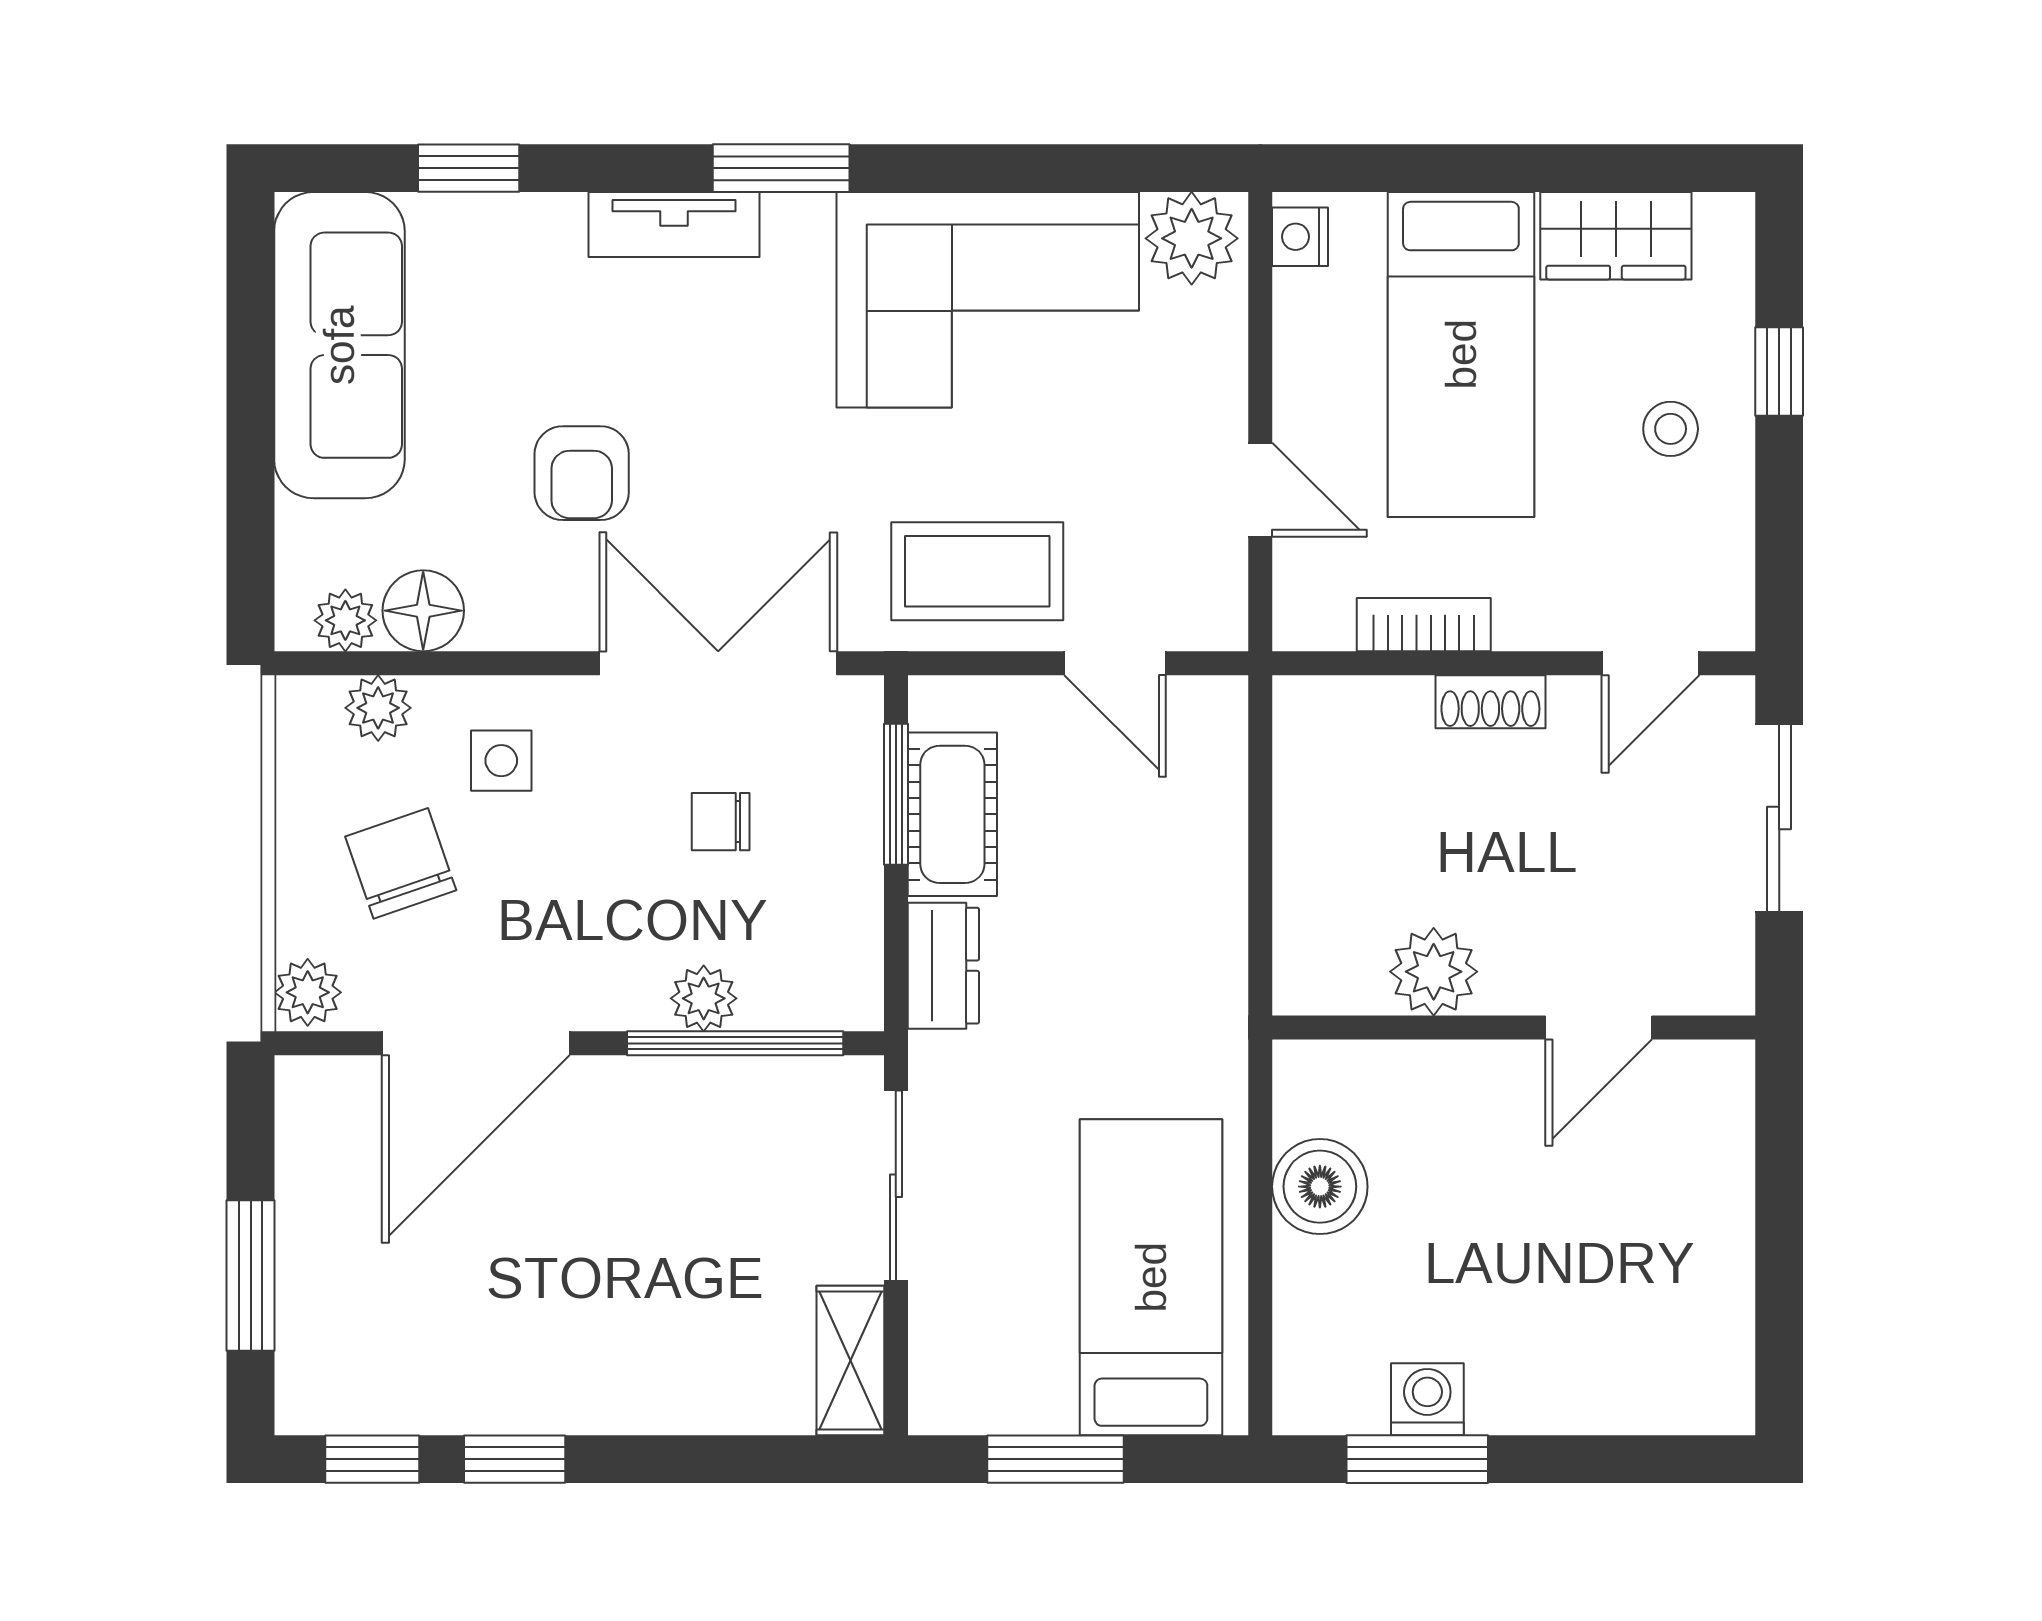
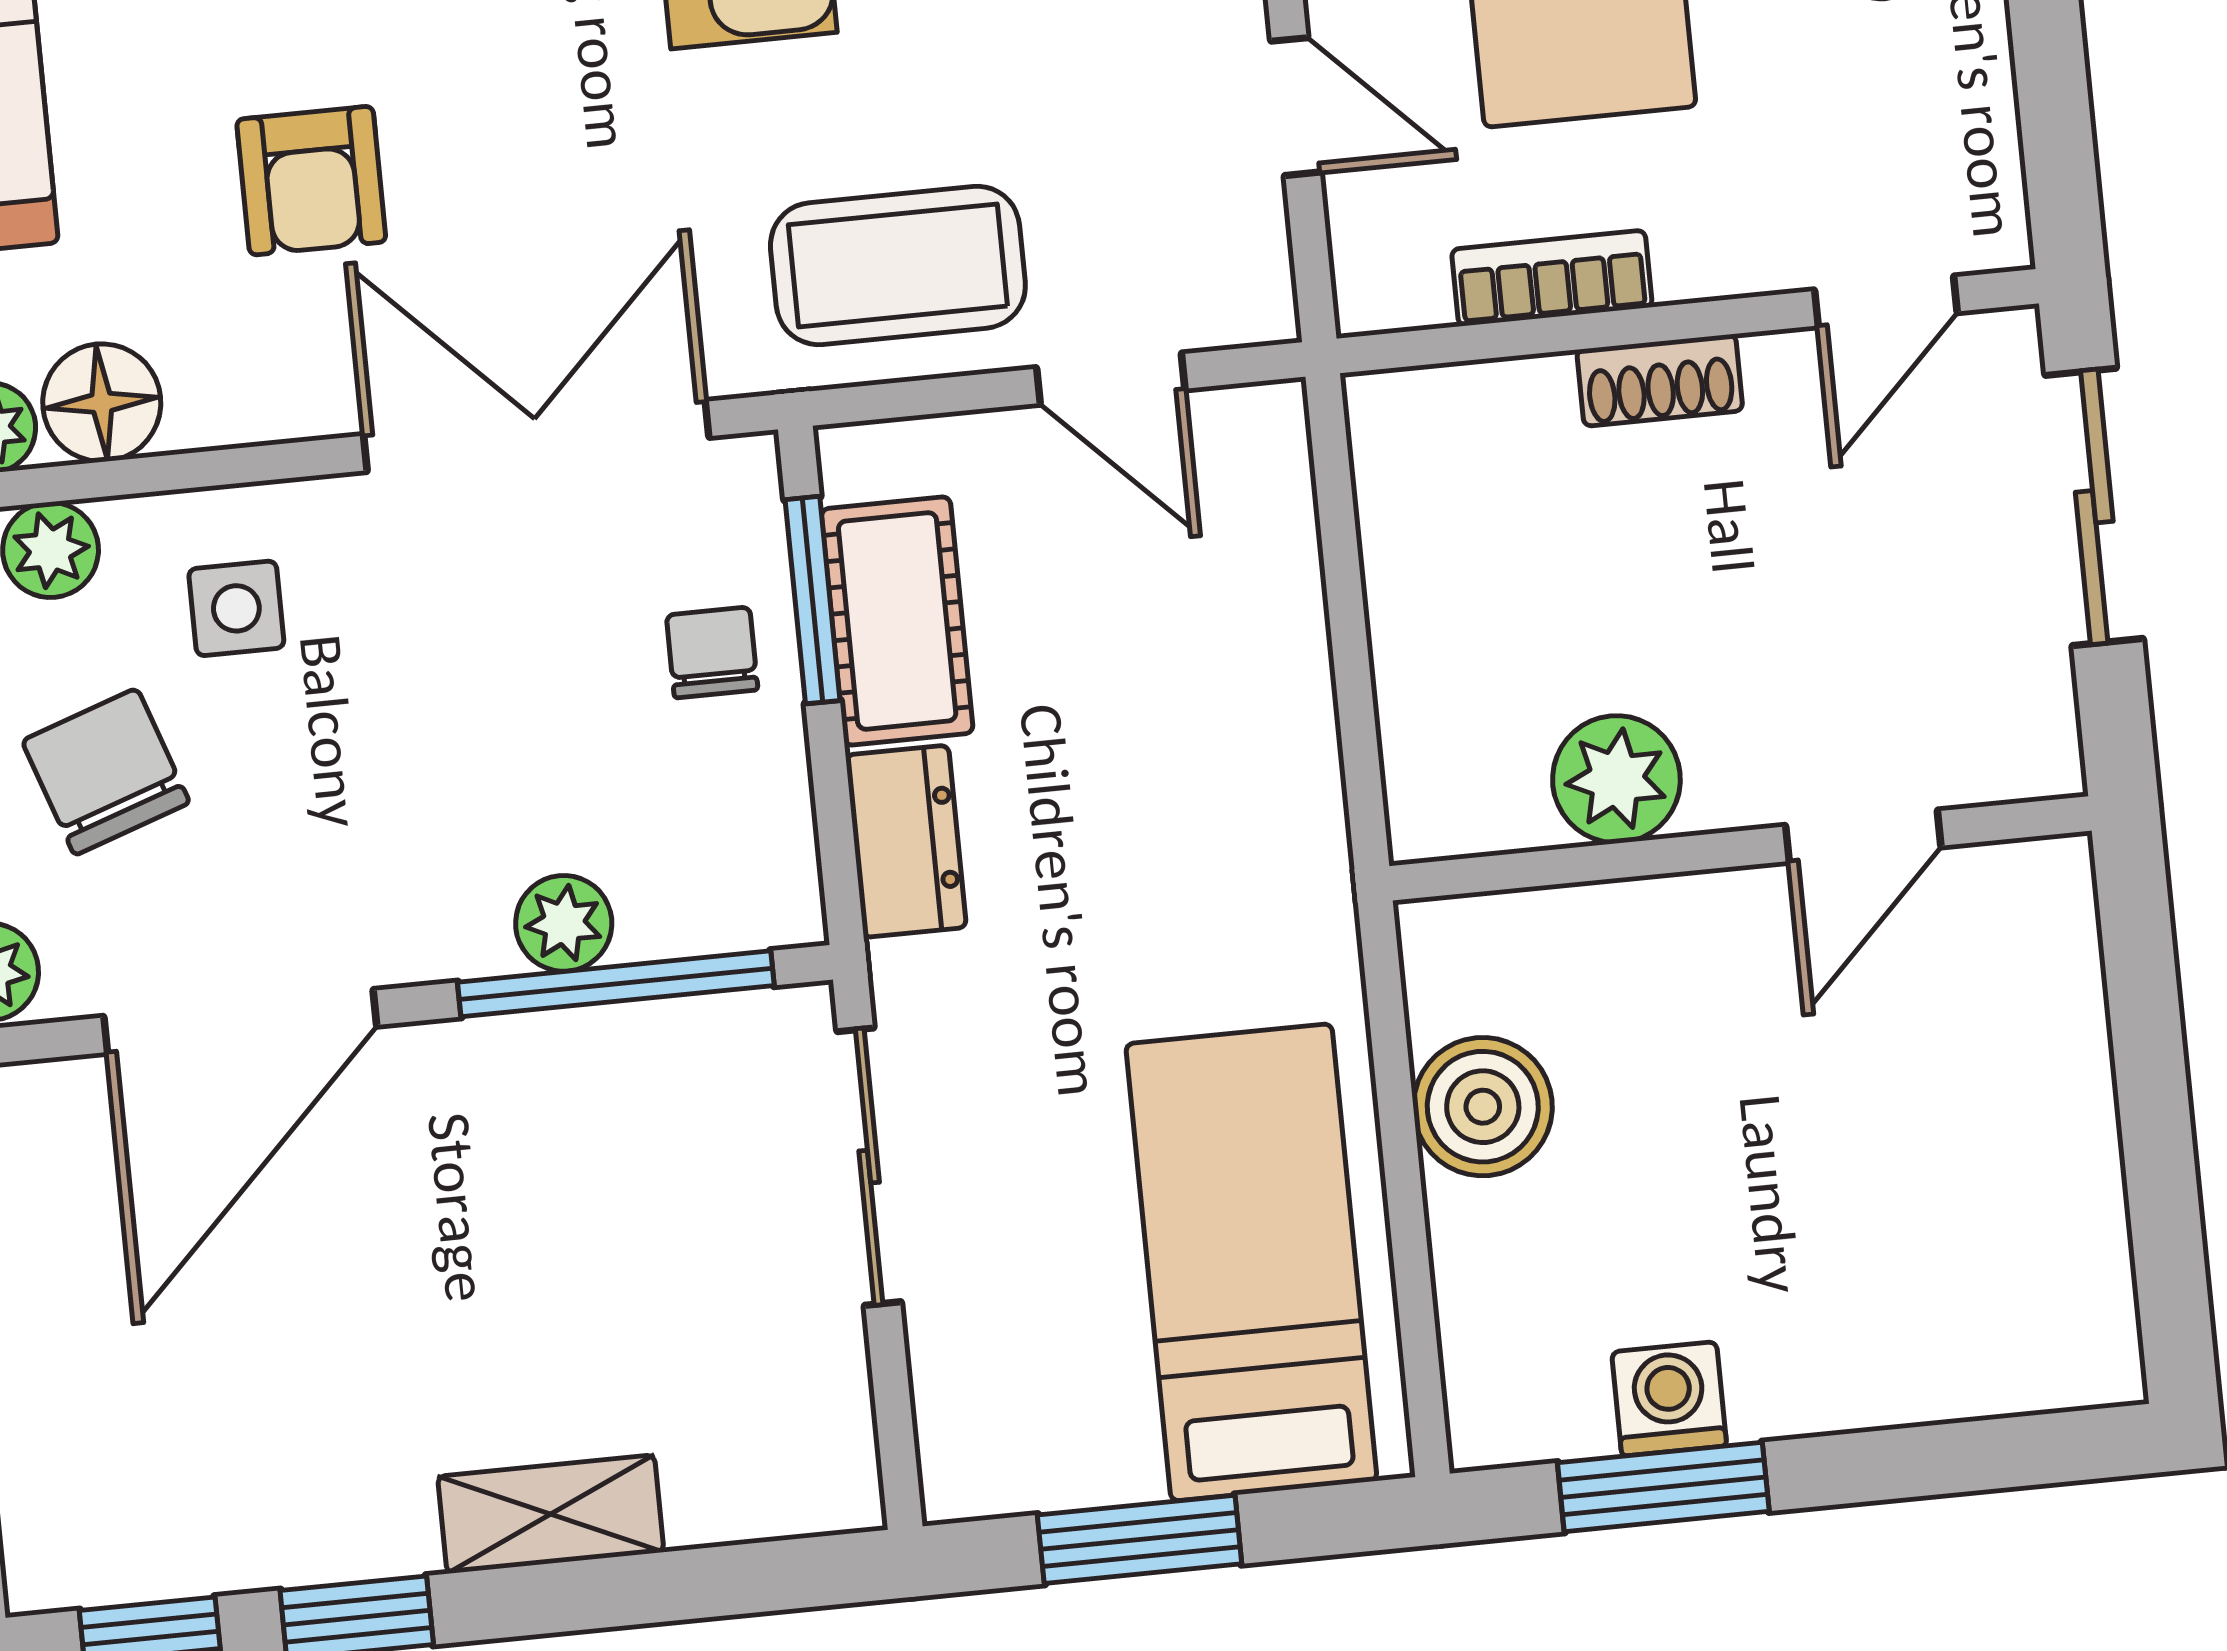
chair: (721, 822) -> (712, 652), moved, turned 90
shelving: (850, 1361) -> (551, 1514), moved, turned 90

